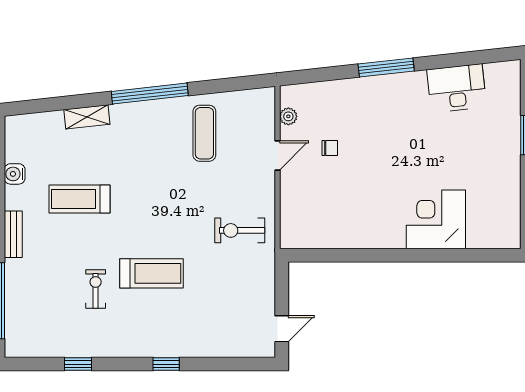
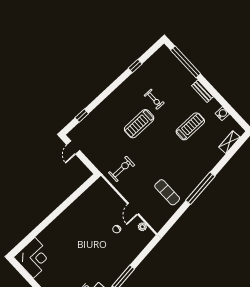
shelving: (87, 117) -> (229, 142), moved
corner desk: (436, 219) -> (34, 258), moved
window: (166, 364) -> (82, 116), moved

